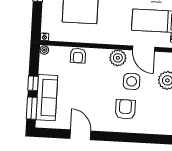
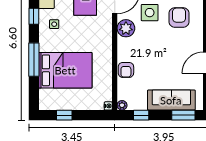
armchair: (78, 56) -> (126, 70), turned 90
window: (33, 83) -> (141, 115), moved
armchair: (125, 109) -> (179, 18), turned 90

